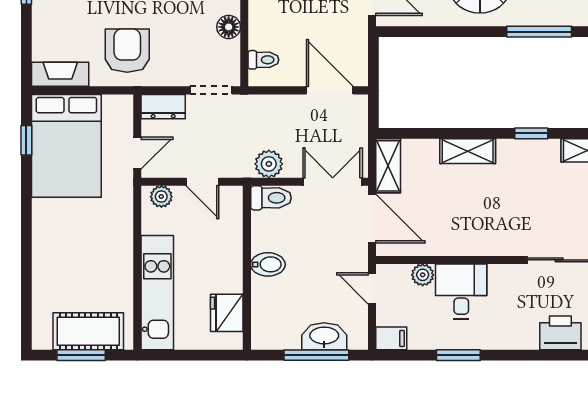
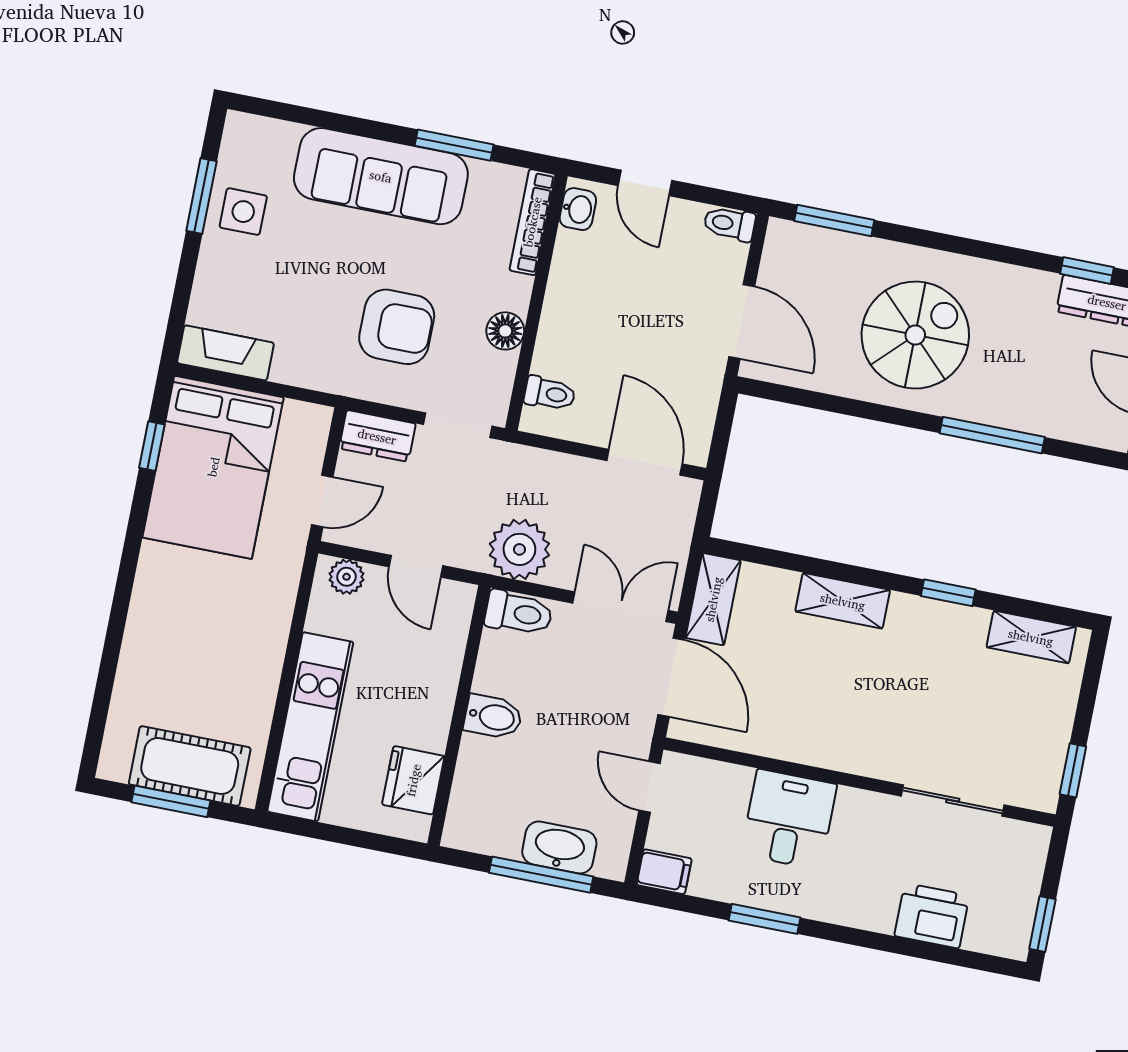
armchair: (127, 51) -> (397, 327), moved, turned 90
plant: (269, 164) -> (519, 549), width x1.36, depth x1.36
plant: (423, 275) -> (733, 781), removed

